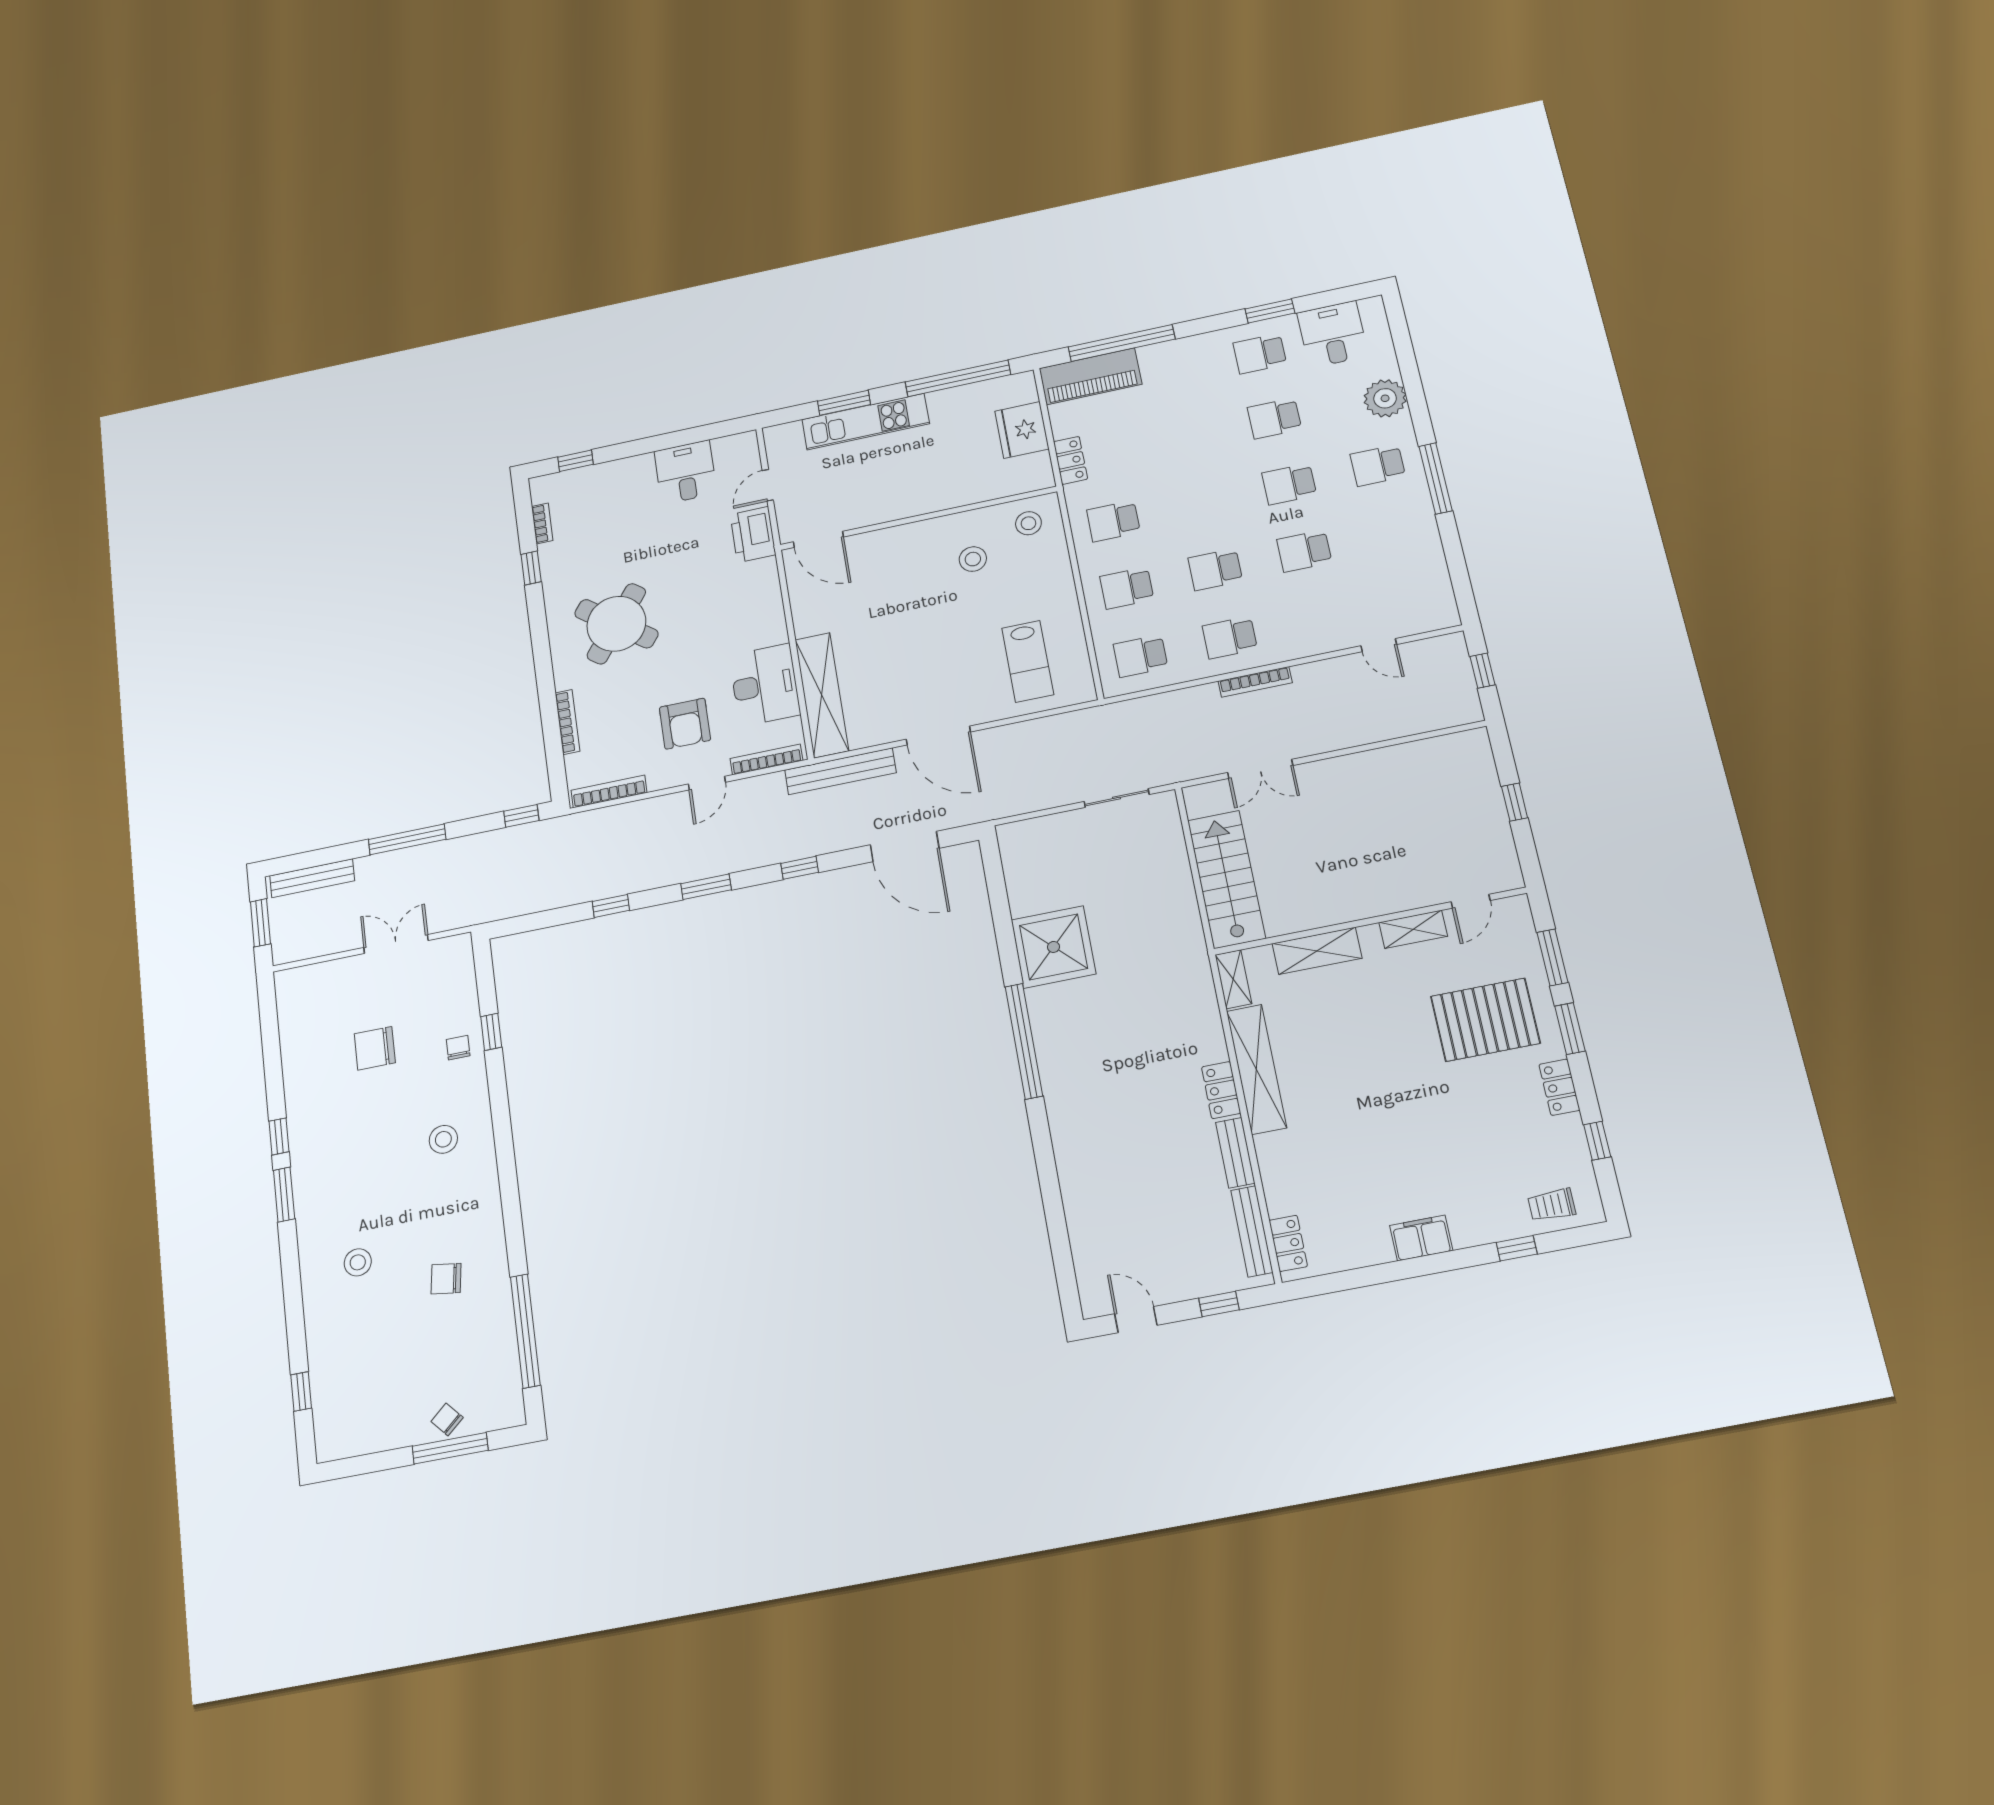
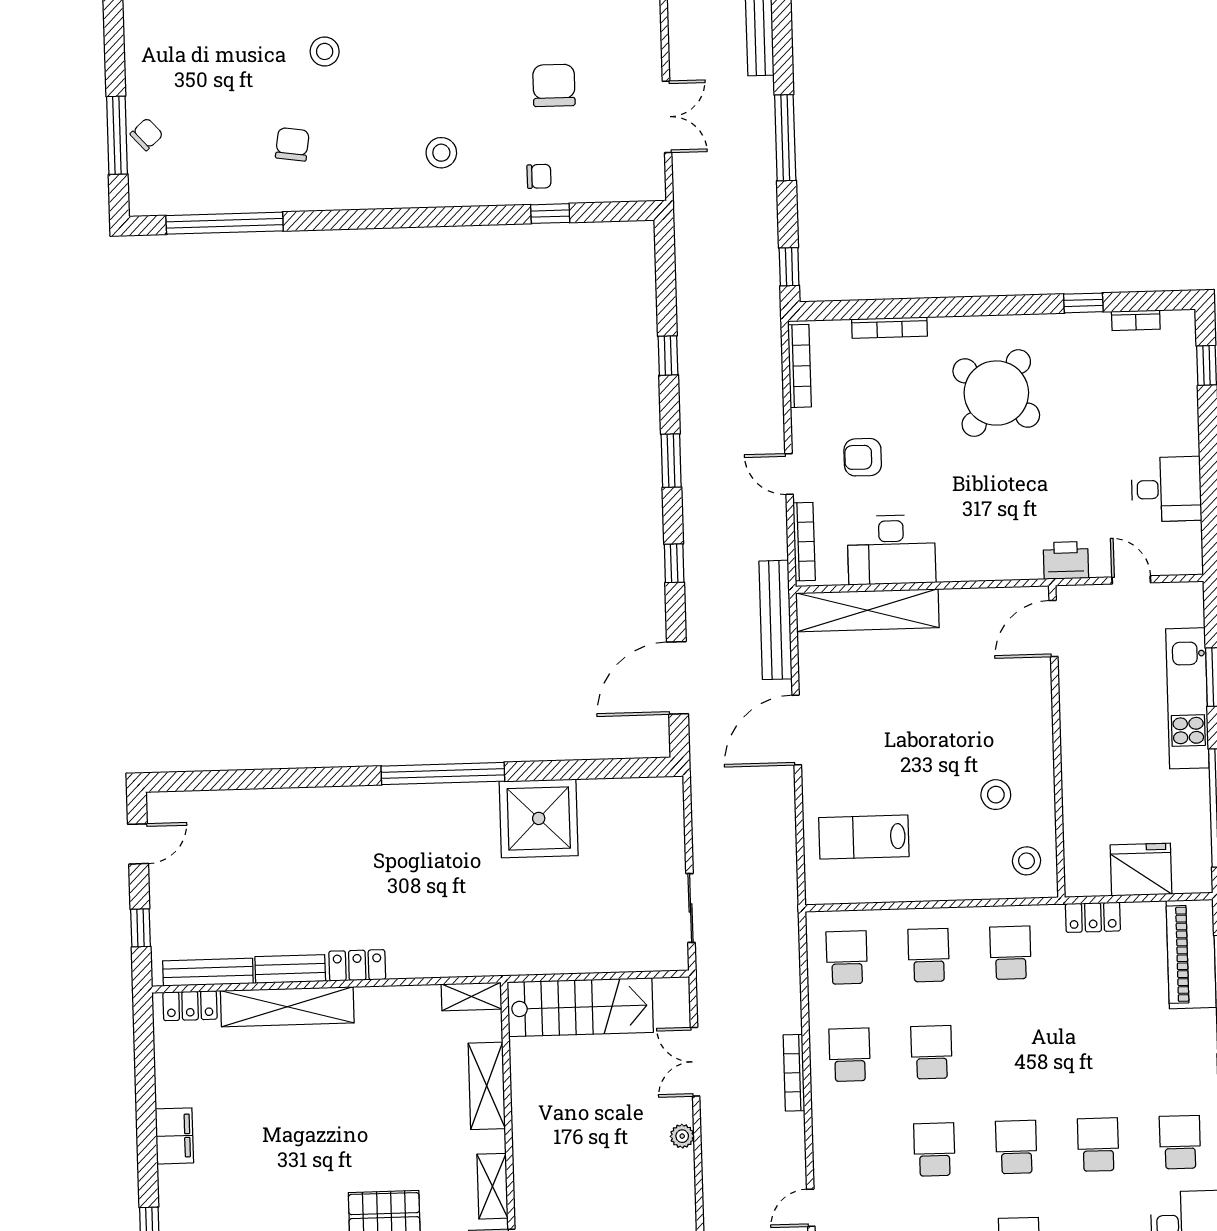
printer: (753, 535) -> (1066, 560), width x0.73, depth x0.84
armchair: (685, 724) -> (863, 457), width x0.72, depth x0.72
plant: (1333, 768) -> (682, 1136), added
shelving: (1256, 1069) -> (287, 1007), moved

